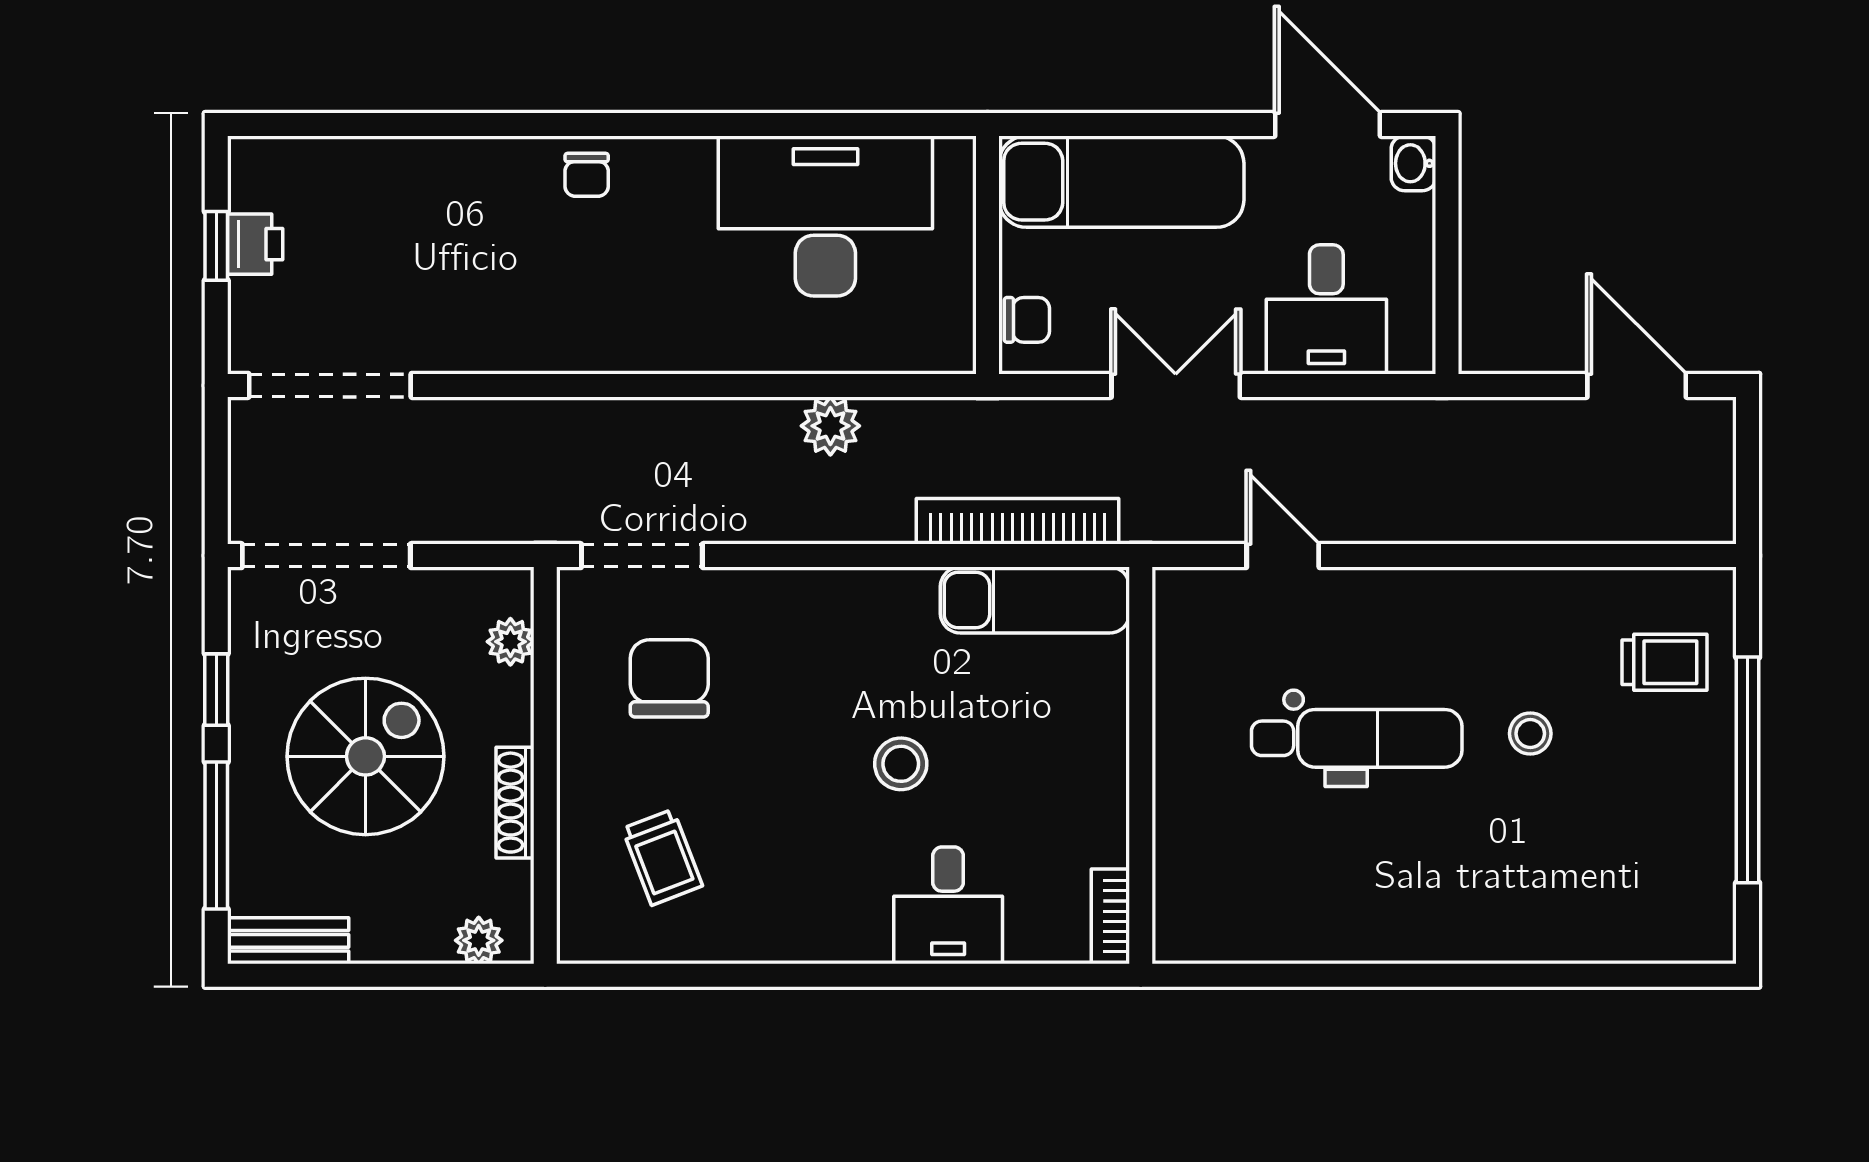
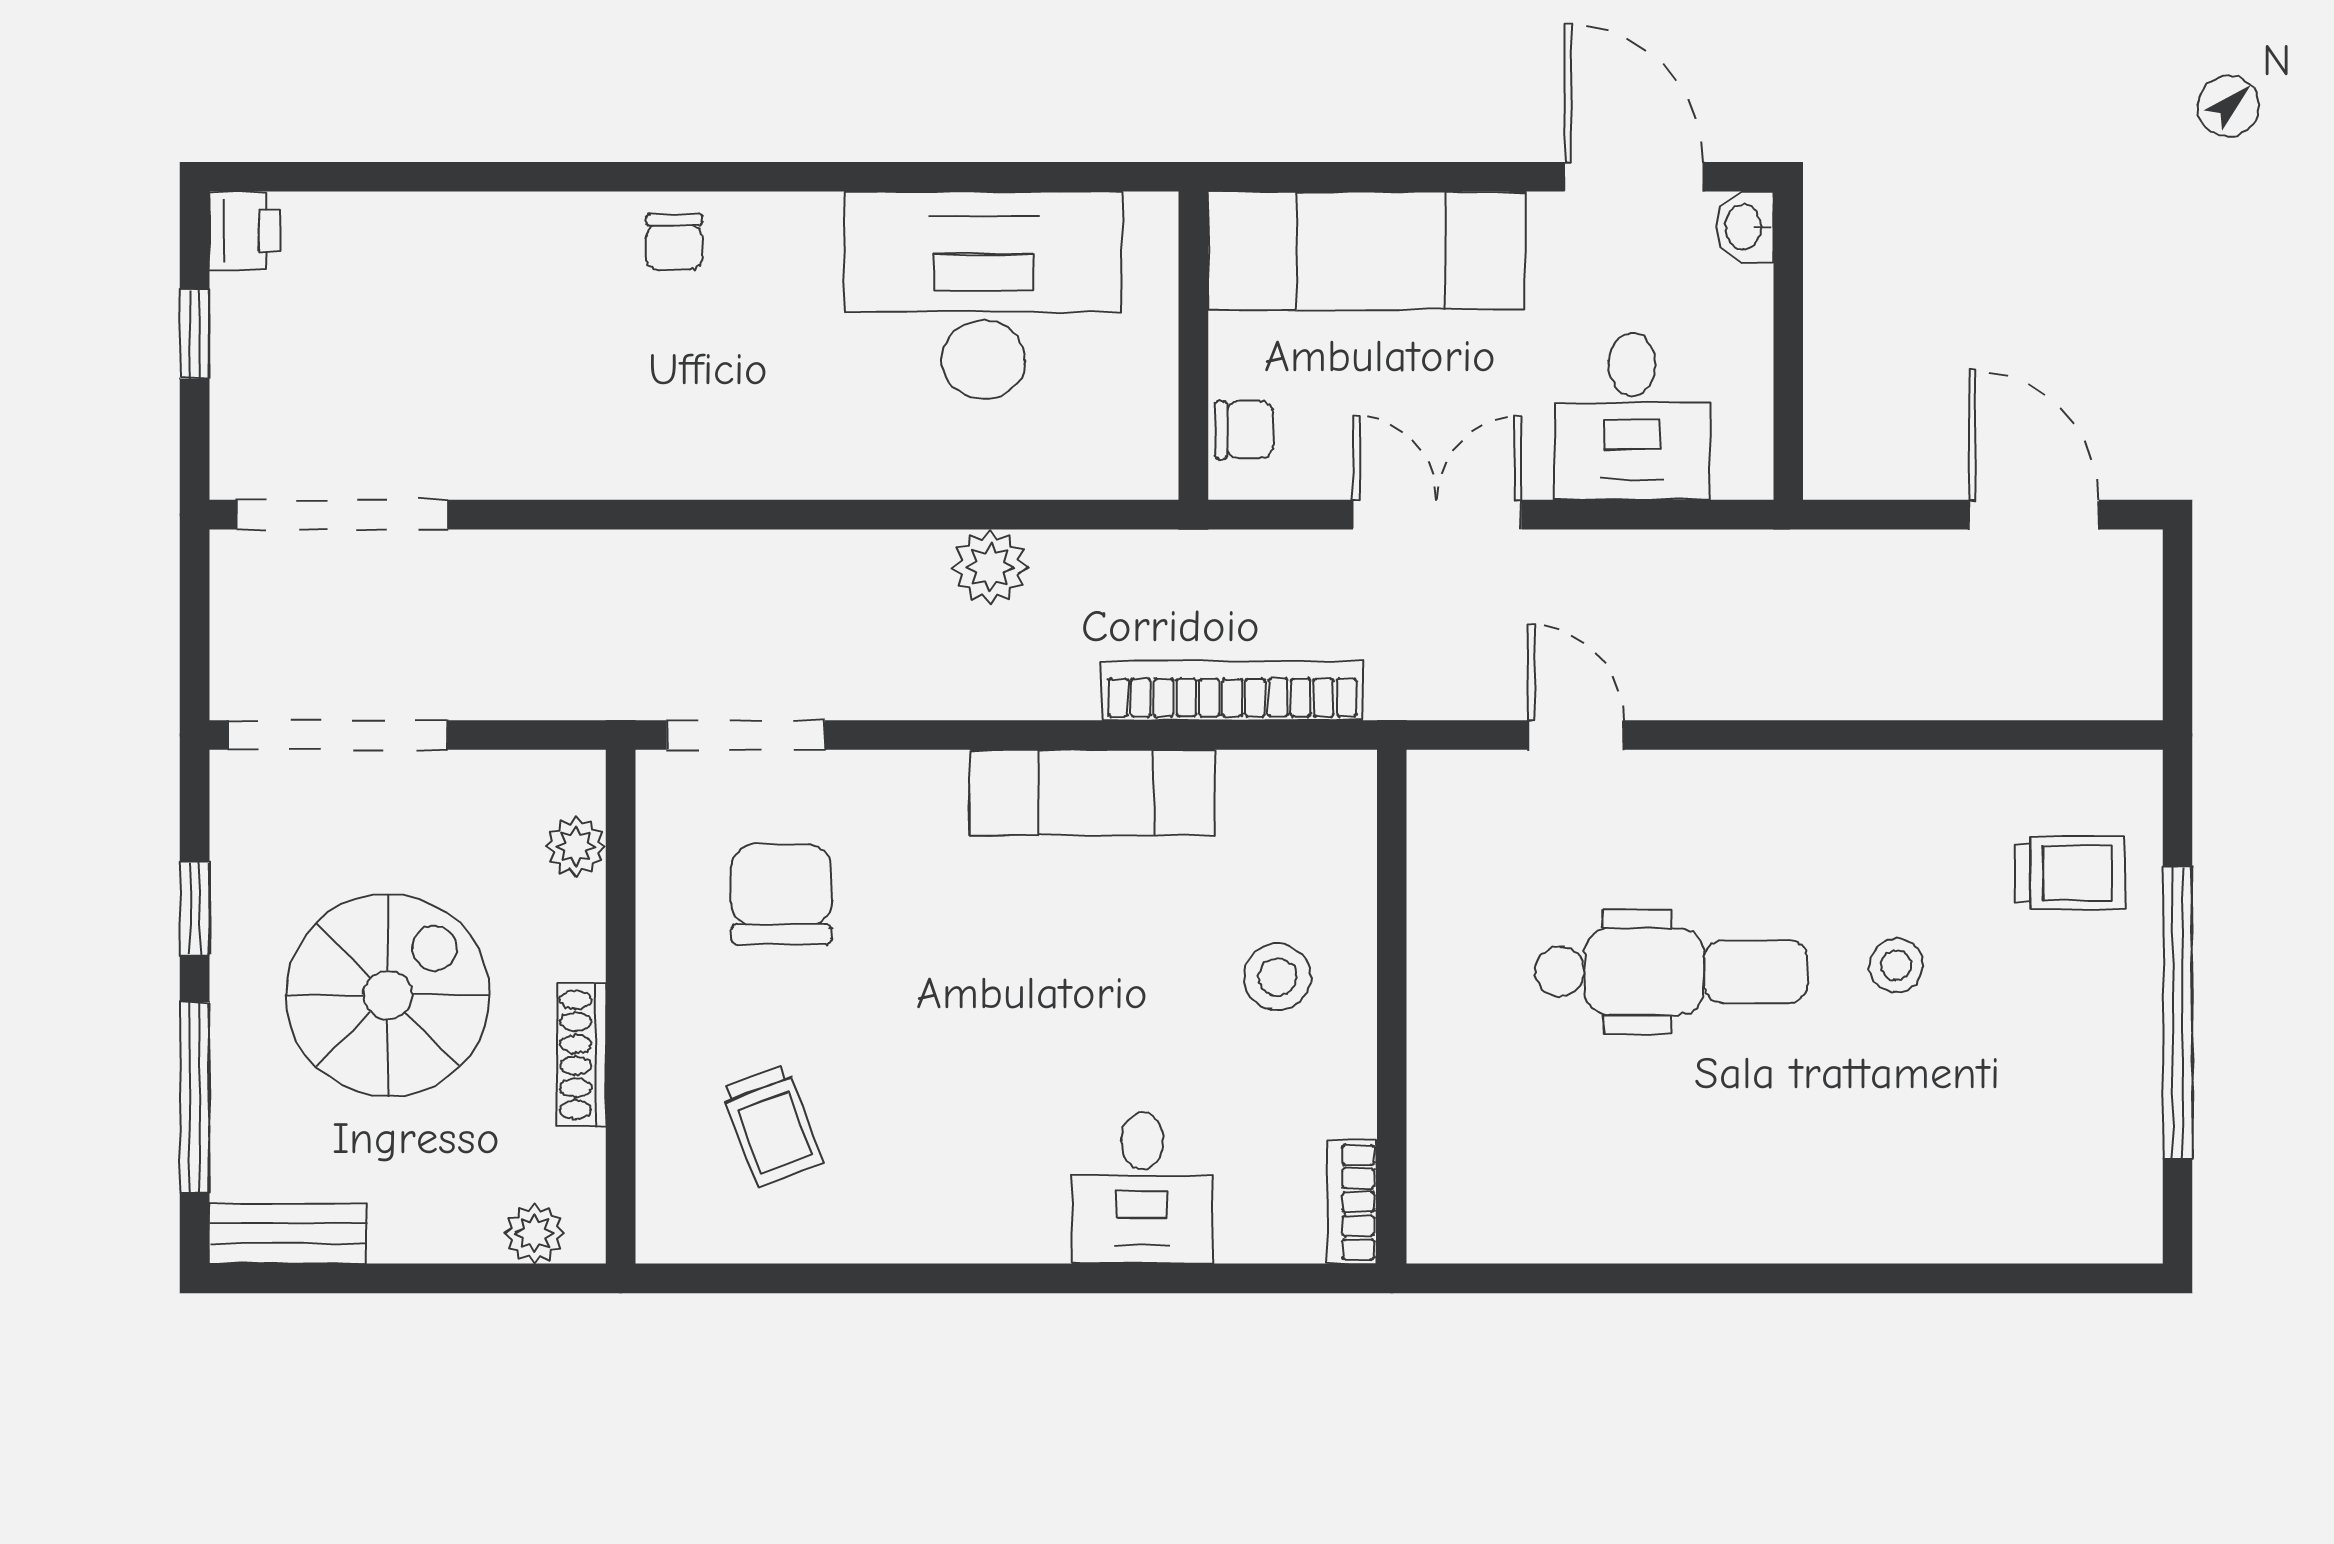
printer: (255, 244) -> (245, 231), moved
exam couch: (1035, 600) -> (1092, 792), moved
stool: (901, 764) -> (1278, 977), moved

